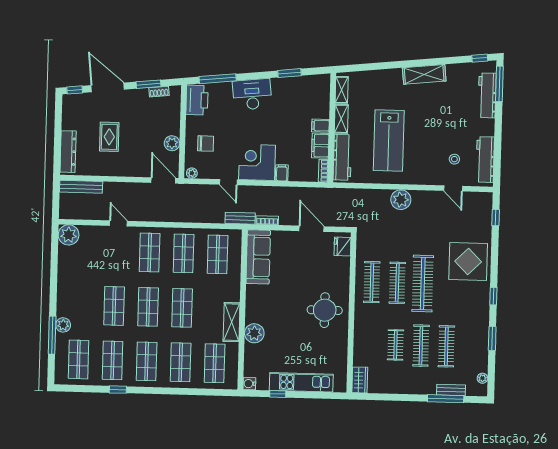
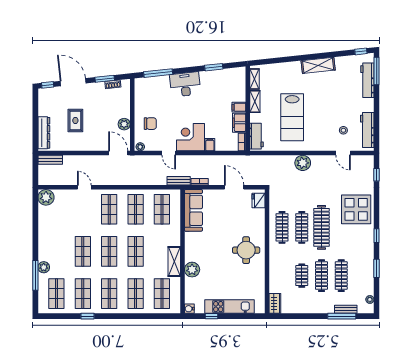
printer: (197, 100) -> (143, 90), removed
workbench: (342, 157) -> (256, 136), width x0.73
bench: (81, 187) -> (50, 160), width x0.73

